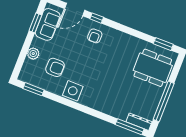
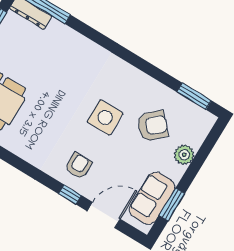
armchair: (55, 67) -> (153, 126), turned 137
side table: (73, 91) -> (105, 117), moved

